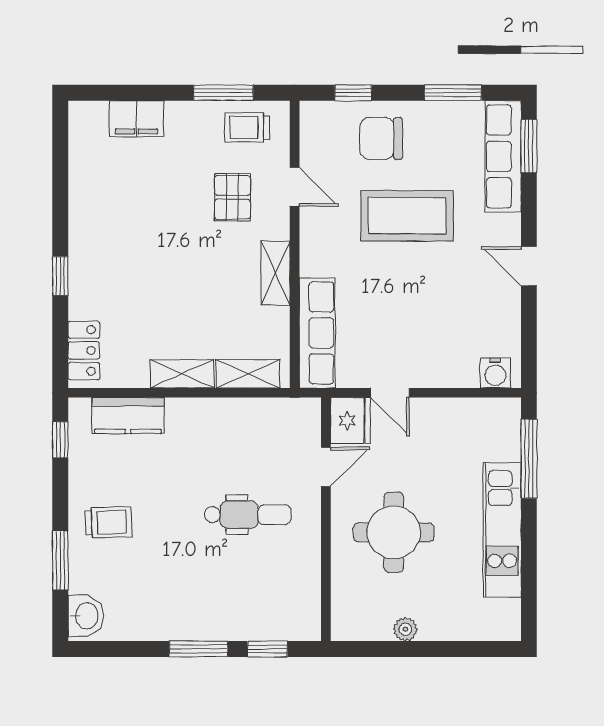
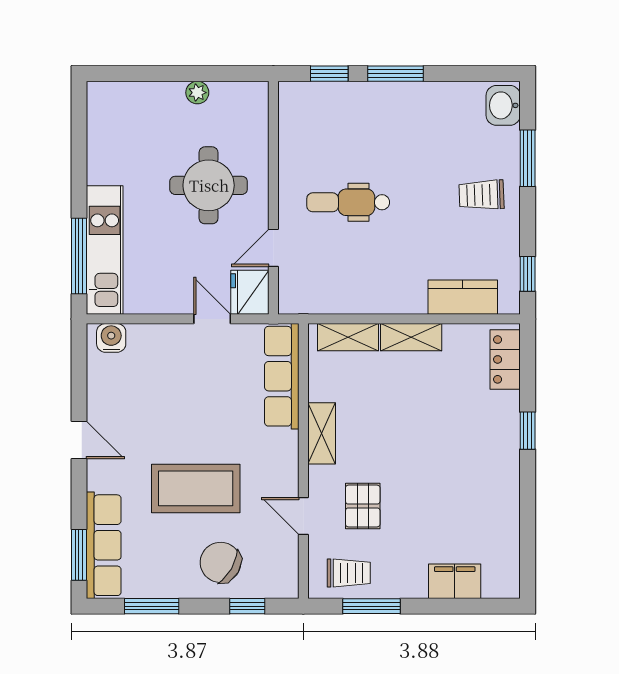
chair: (381, 138) -> (221, 562), turned -150
kitchen unit: (502, 530) -> (105, 250), moved

